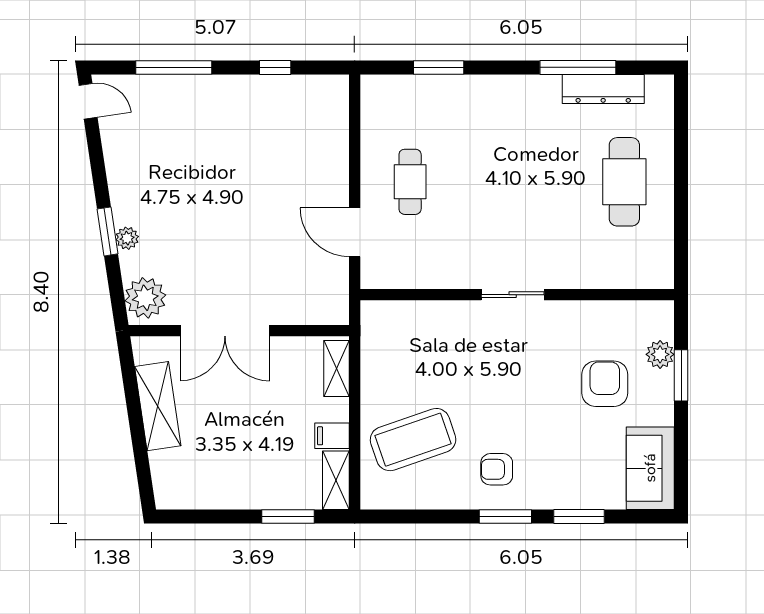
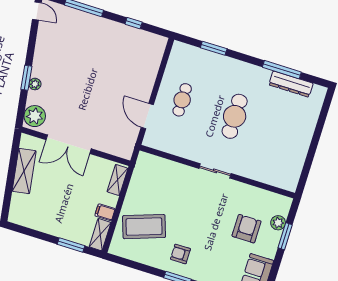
cafe table: (624, 182) -> (235, 116), moved

